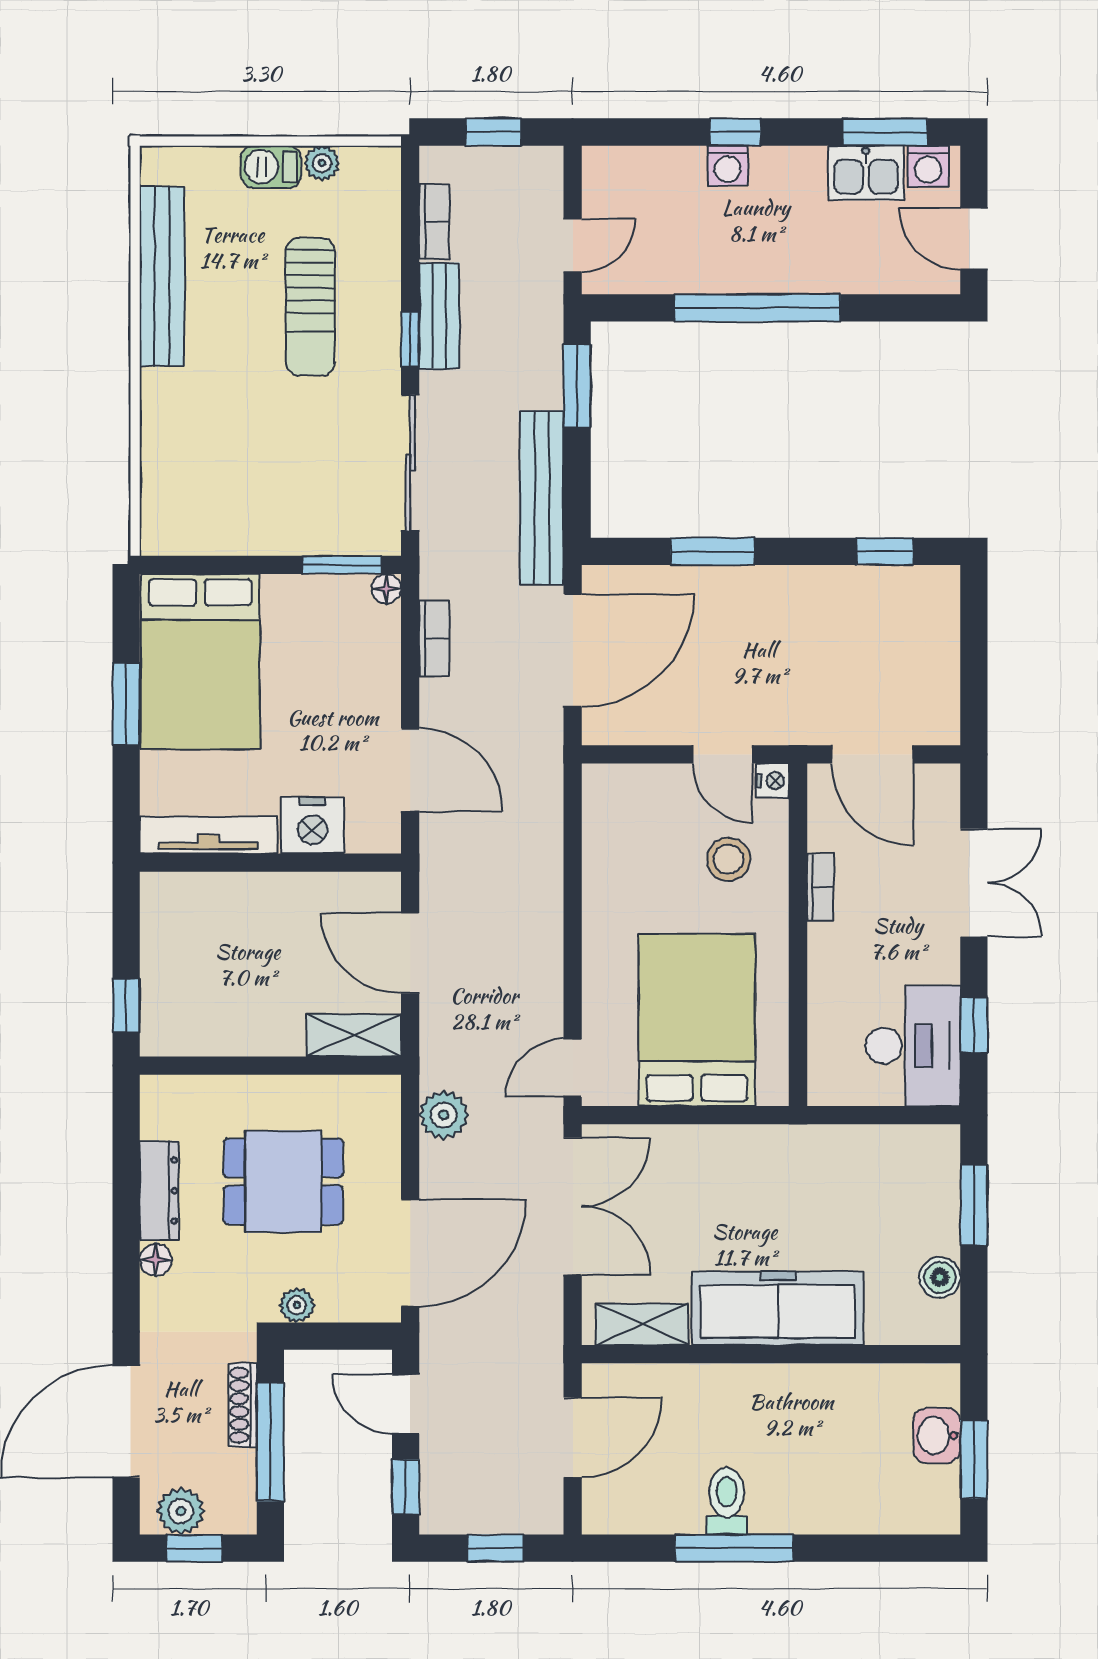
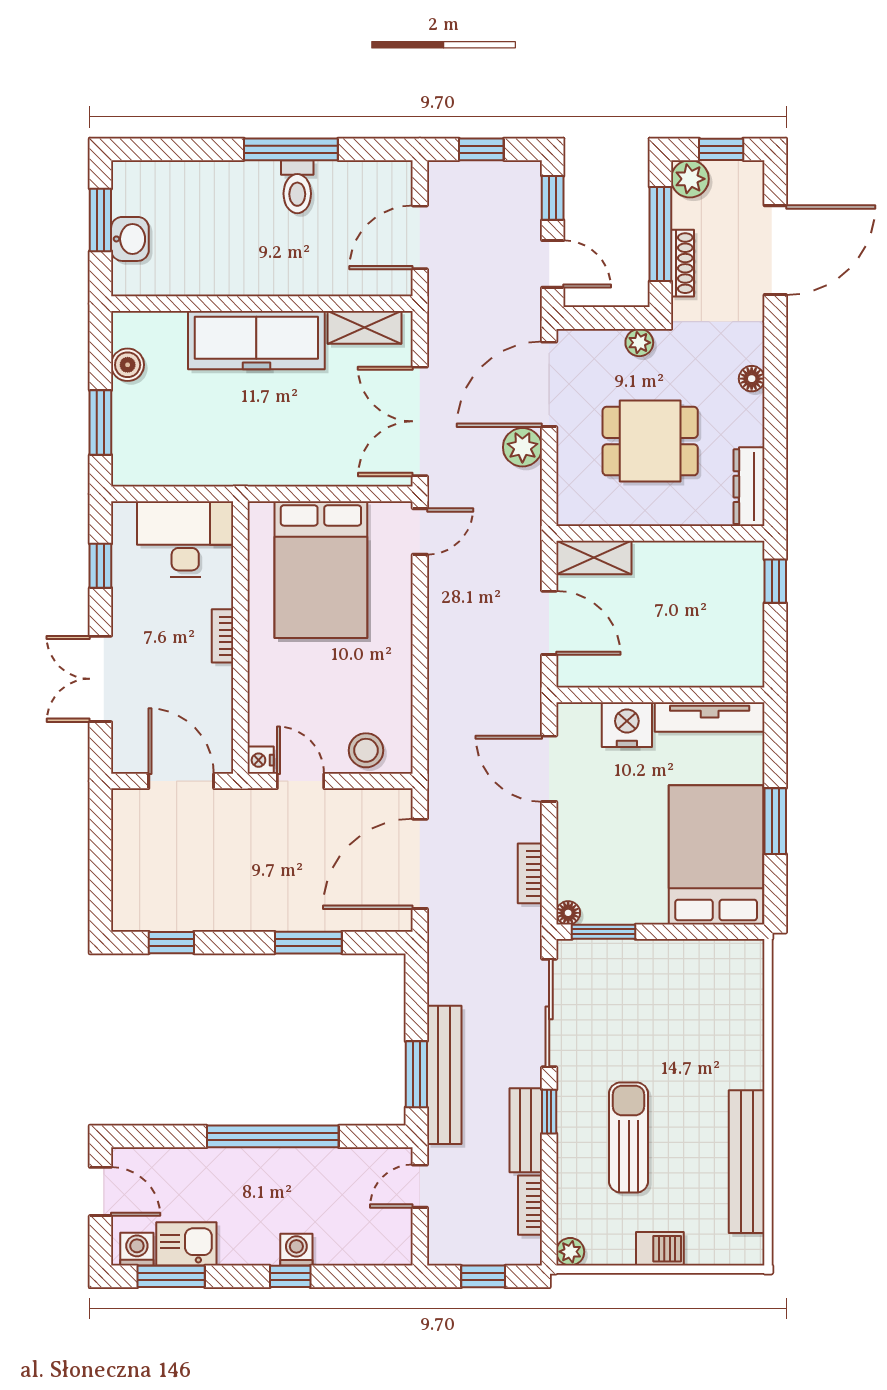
plant: (322, 163) -> (570, 1252), moved
bench: (542, 498) -> (444, 1075), moved
stool: (728, 859) -> (366, 750), moved
bookcase: (820, 887) -> (223, 636), moved
desk: (913, 1046) -> (185, 539), moved, turned 90
plant: (444, 1115) -> (522, 447), moved
dresser: (159, 1191) -> (749, 487), moved
plant: (181, 1511) -> (690, 179), moved

